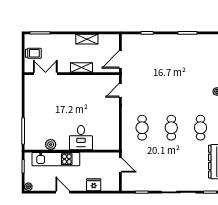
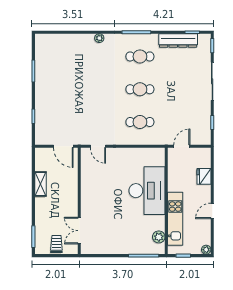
shelving: (81, 68) -> (72, 190), removed
desk: (81, 138) -> (147, 191), width x1.87, depth x1.30
plant: (51, 144) -> (159, 237), moved

